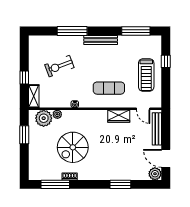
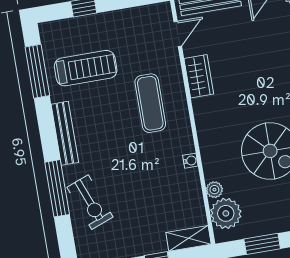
exercise bike: (59, 66) -> (90, 202), moved
treadmill: (146, 75) -> (86, 68), moved

